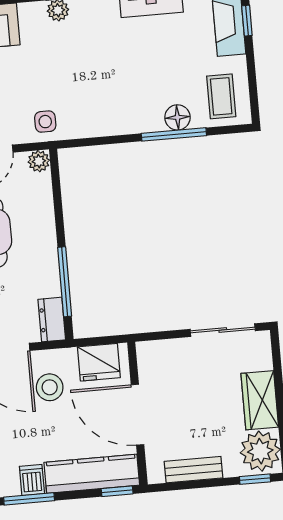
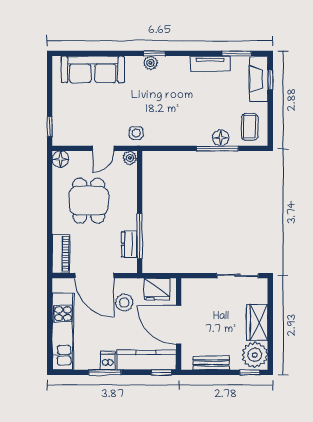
dresser: (52, 320) -> (129, 244), moved

